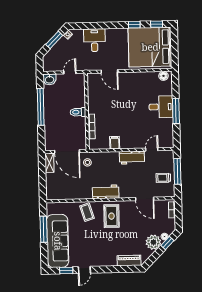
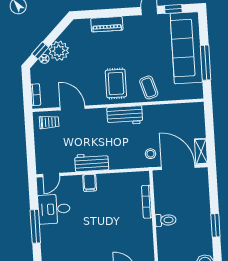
window: (41, 107) -> (215, 225), width x0.47
desk: (161, 107) -> (54, 209), moved
filing cabinet: (115, 143) -> (90, 183), moved
door: (152, 149) -> (51, 175), moved
window: (177, 171) -> (30, 146), removed
trolley: (163, 178) -> (49, 122), moved
piano: (129, 261) -> (107, 24), moved

